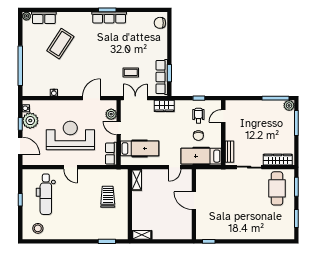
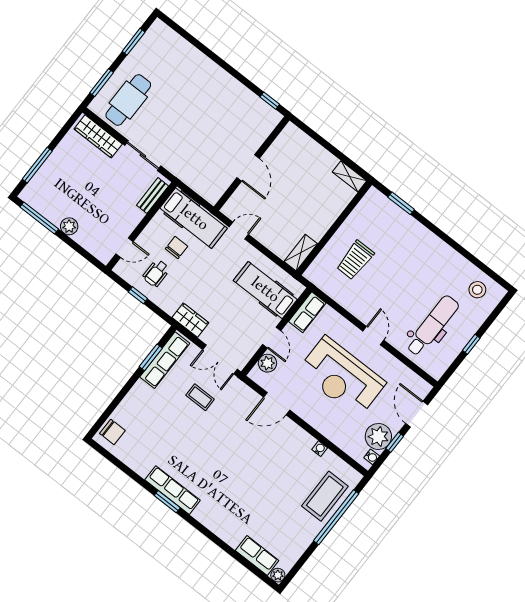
coffee table: (60, 44) -> (325, 496), moved, turned -33
plant: (289, 105) -> (69, 226), moved

